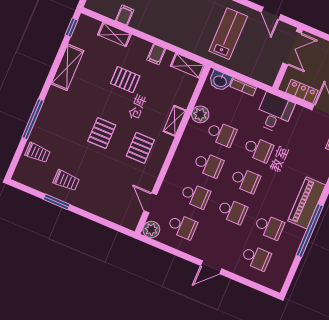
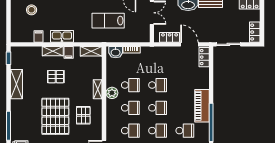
kitchen sink: (157, 29) -> (62, 36), added
shelving: (114, 34) -> (53, 51), moved
lab bench: (228, 34) -> (108, 21), turned -90
desk: (274, 113) -> (158, 58), removed
plant: (200, 114) -> (112, 93), moved
pallet: (102, 133) -> (55, 116), width x2.05, depth x2.00

